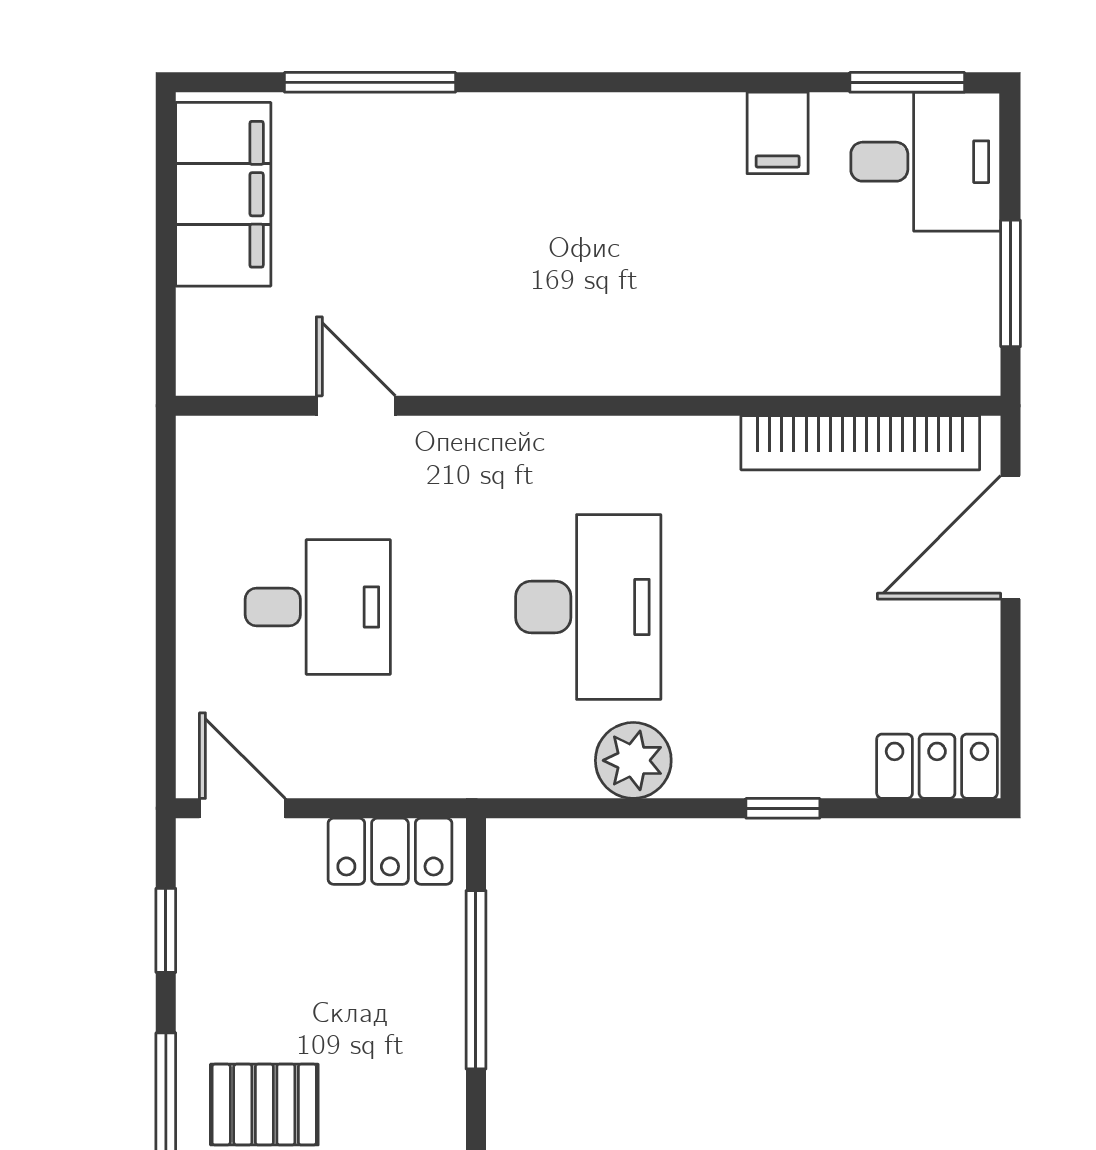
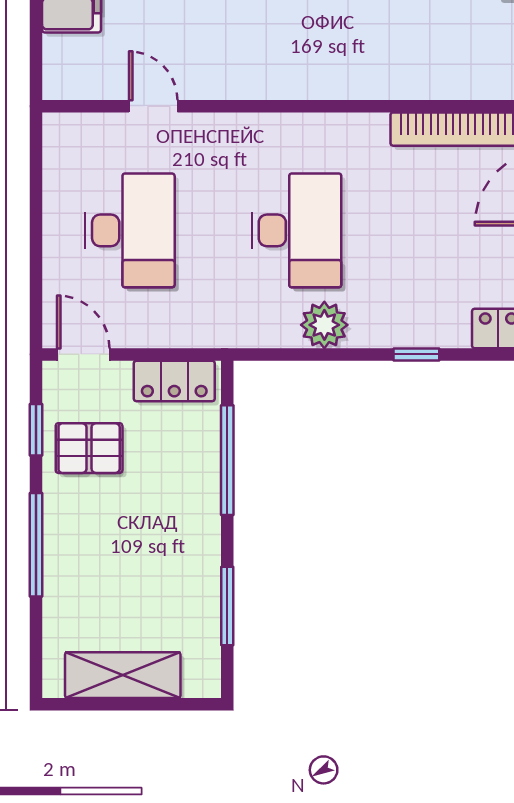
desk: (318, 607) -> (130, 230), width x1.37
pallet: (264, 1105) -> (89, 448), moved

